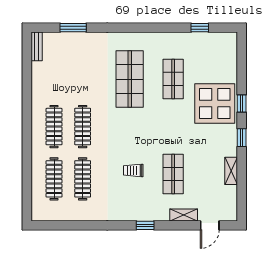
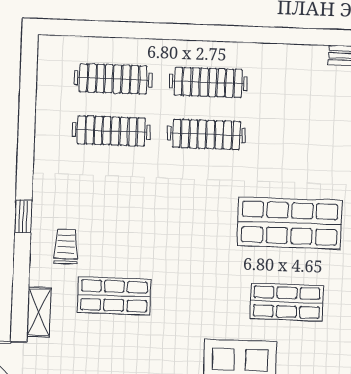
trolley: (133, 170) -> (66, 246), moved
window: (145, 225) -> (23, 217), moved

